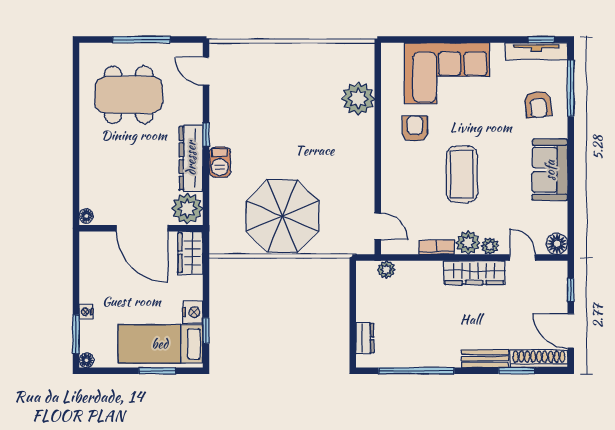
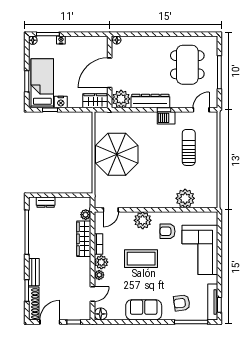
sun lounger: (271, 92) -> (189, 147), added
armchair: (415, 129) -> (168, 231), turned 180
barbecue: (220, 162) -> (166, 118), moved
plant: (396, 171) -> (143, 220), added
wardrobe: (474, 273) -> (84, 239), moved

